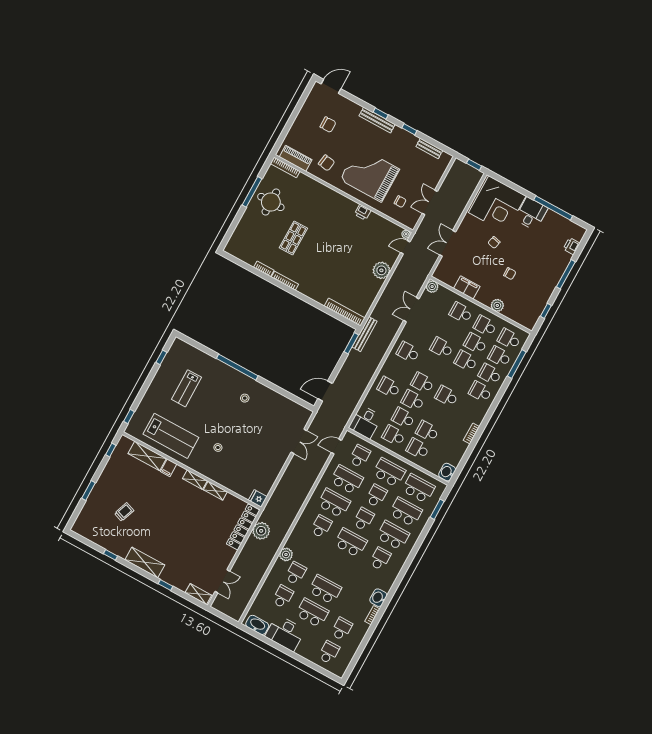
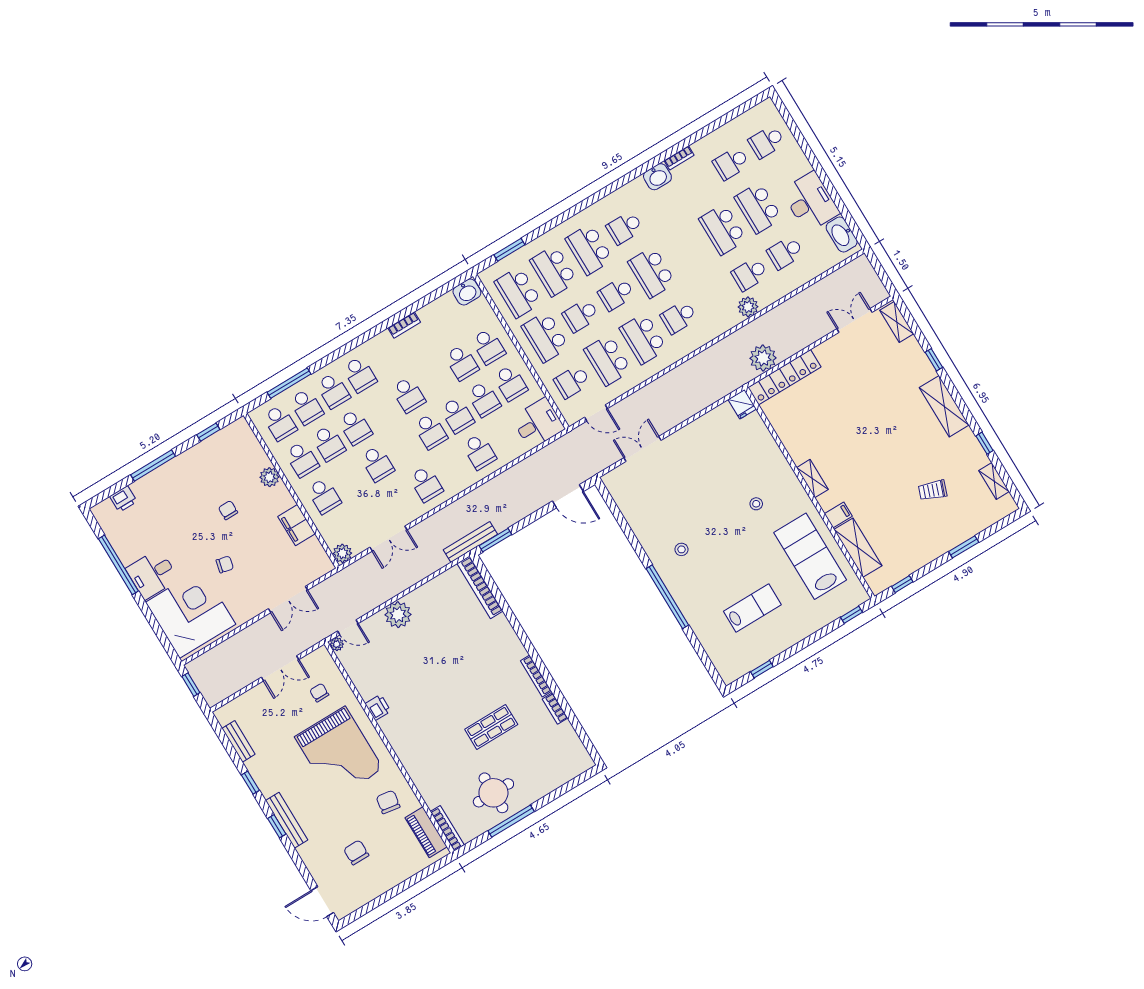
shelving: (215, 491) -> (994, 481), moved

